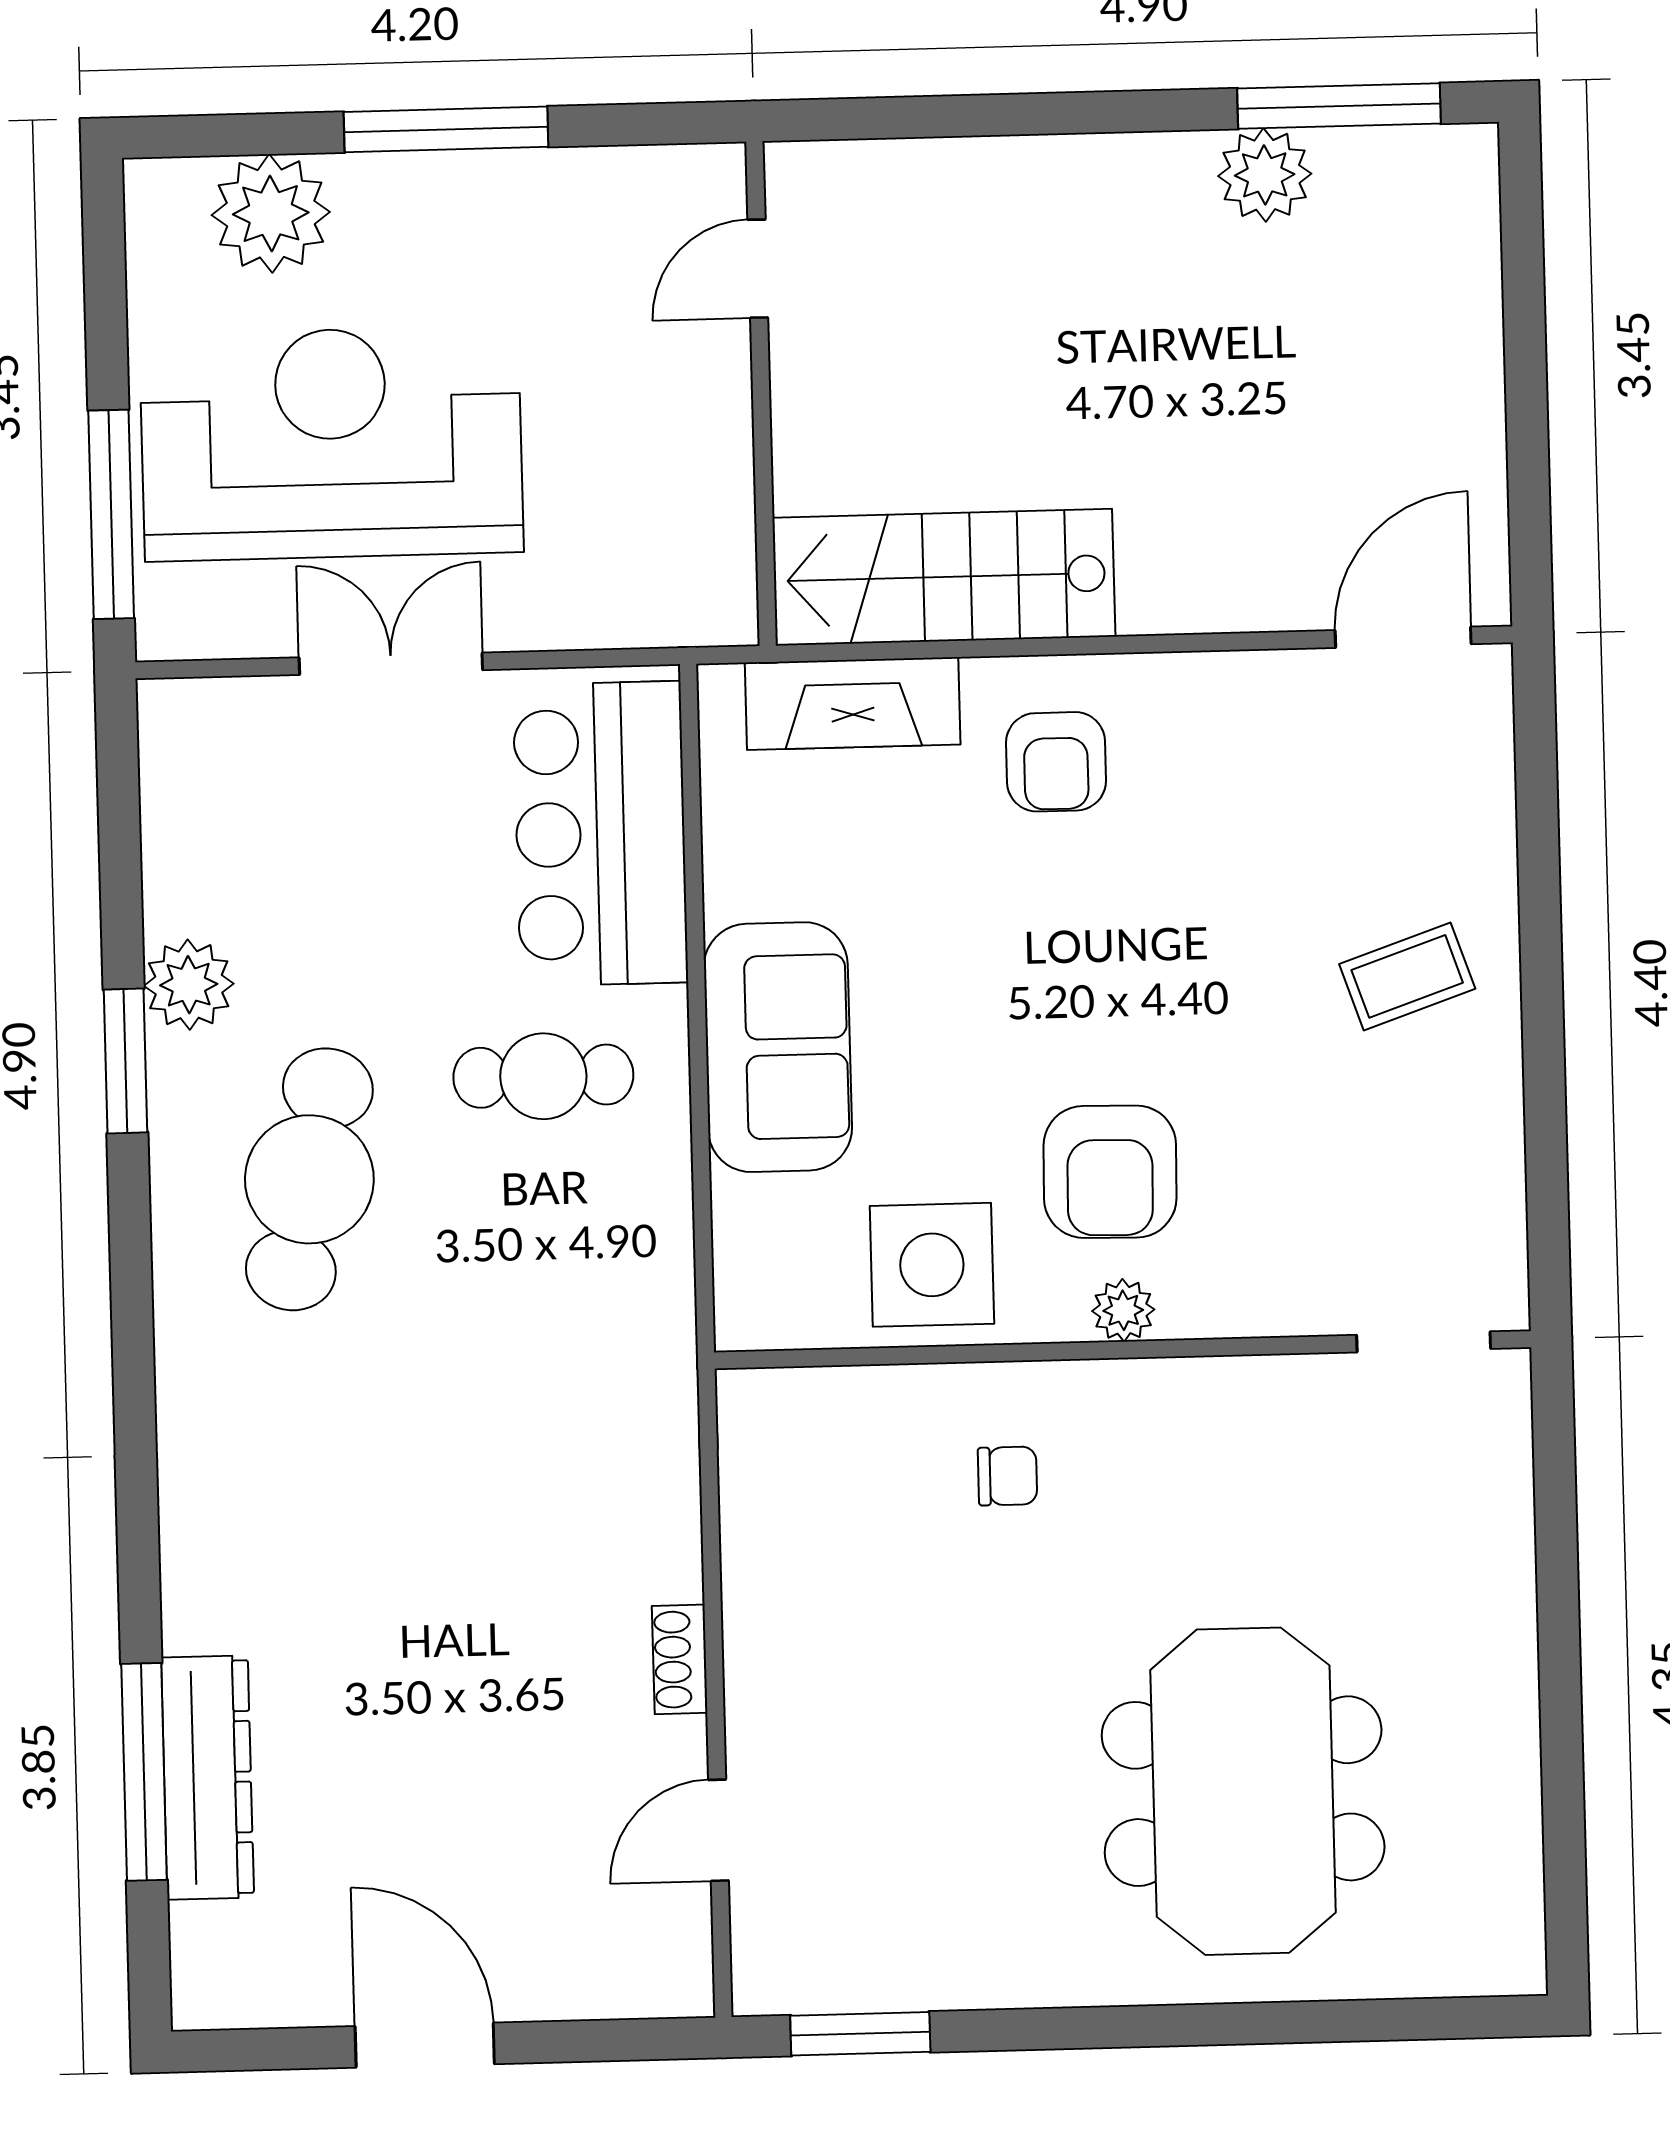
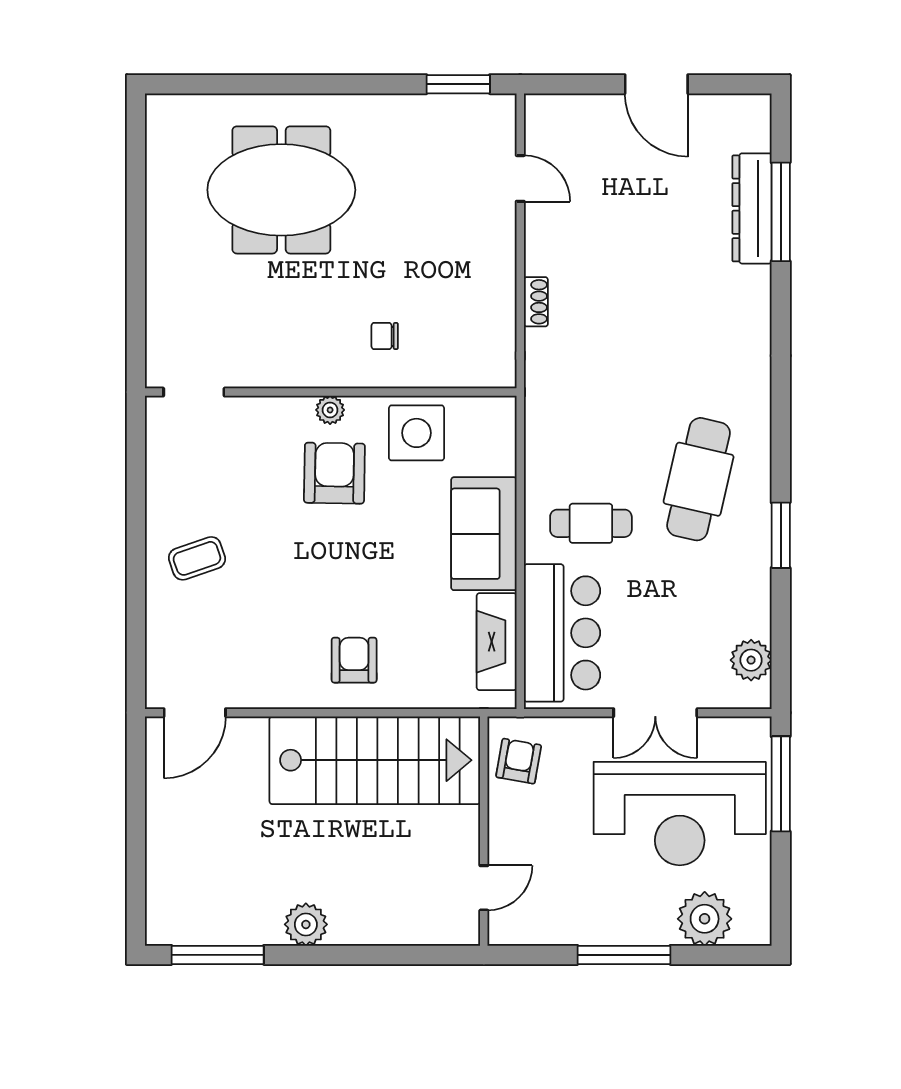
plant: (1265, 175) -> (306, 924), moved
armchair: (689, 549) -> (519, 761), added
stairs: (944, 577) -> (375, 760), width x1.36, depth x1.51
fireplace: (853, 704) -> (497, 642), moved, turned -90
plant: (189, 985) -> (751, 660), moved
shoe rack: (680, 1659) -> (536, 302), moved
meeting table: (1243, 1791) -> (281, 190), turned 90
door: (719, 1830) -> (520, 178), hinge flipped

